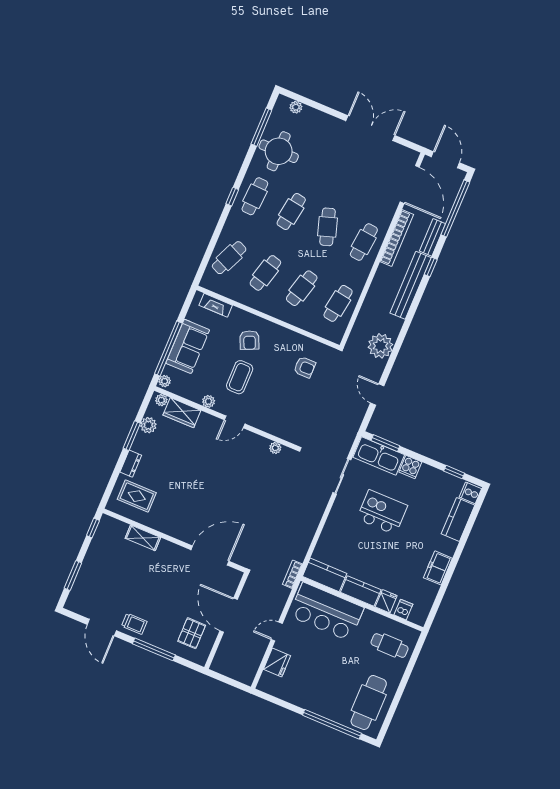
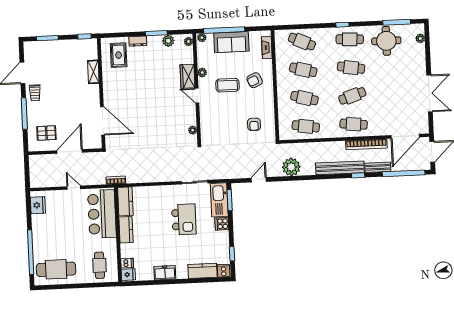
wardrobe: (182, 413) -> (187, 76), moved
fridge: (386, 601) -> (128, 275), moved
fridge: (277, 663) -> (38, 205), moved, turned -90

